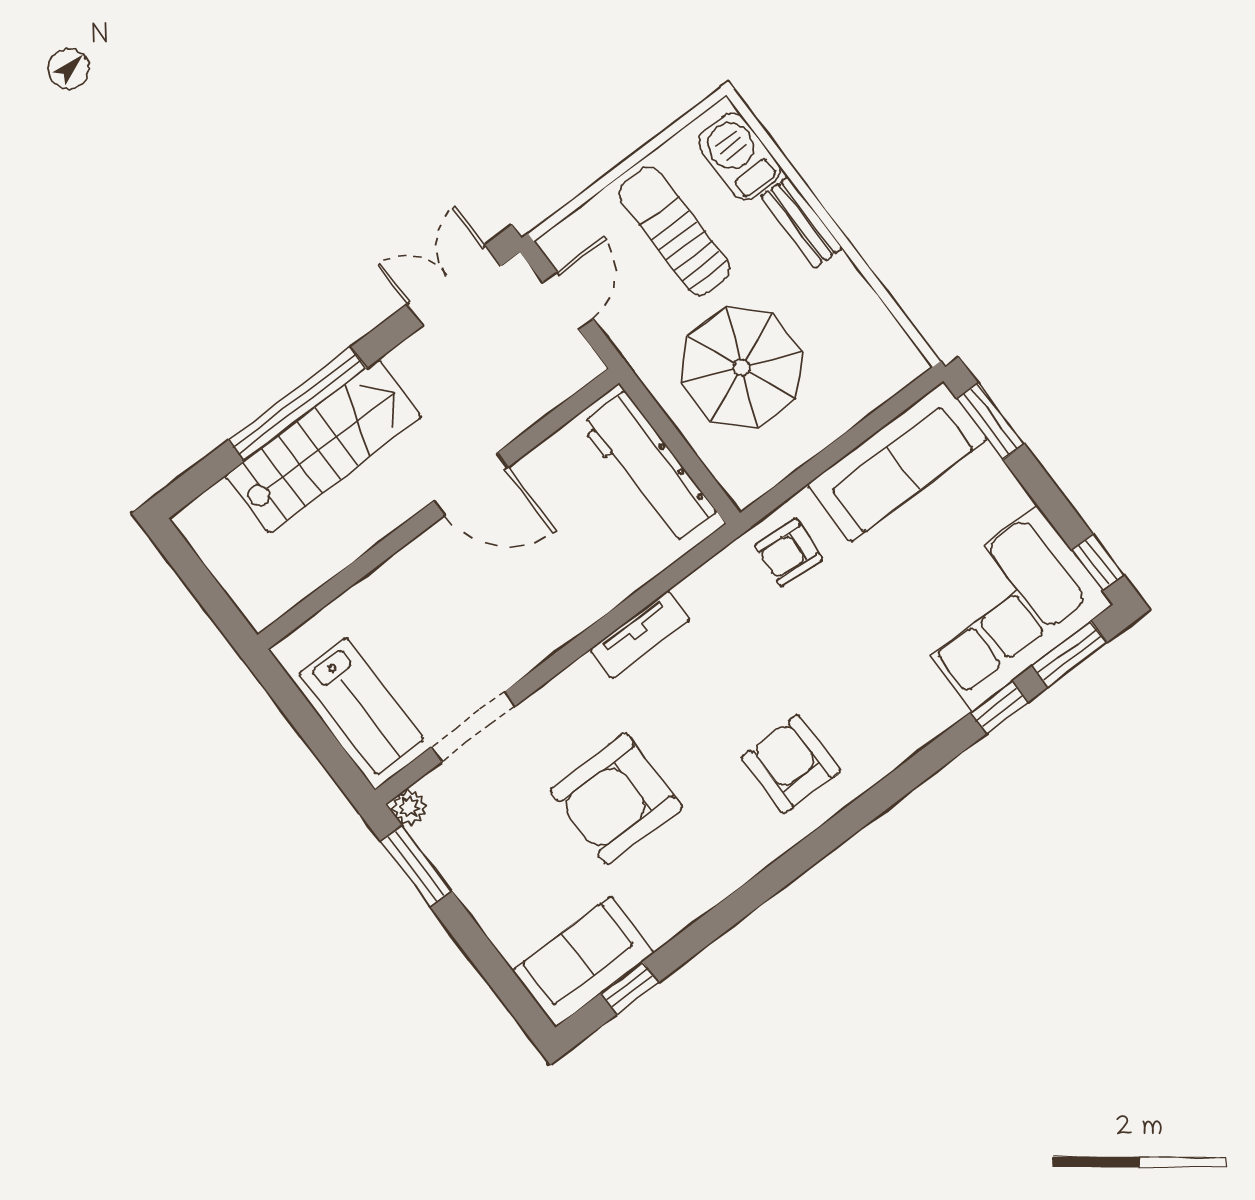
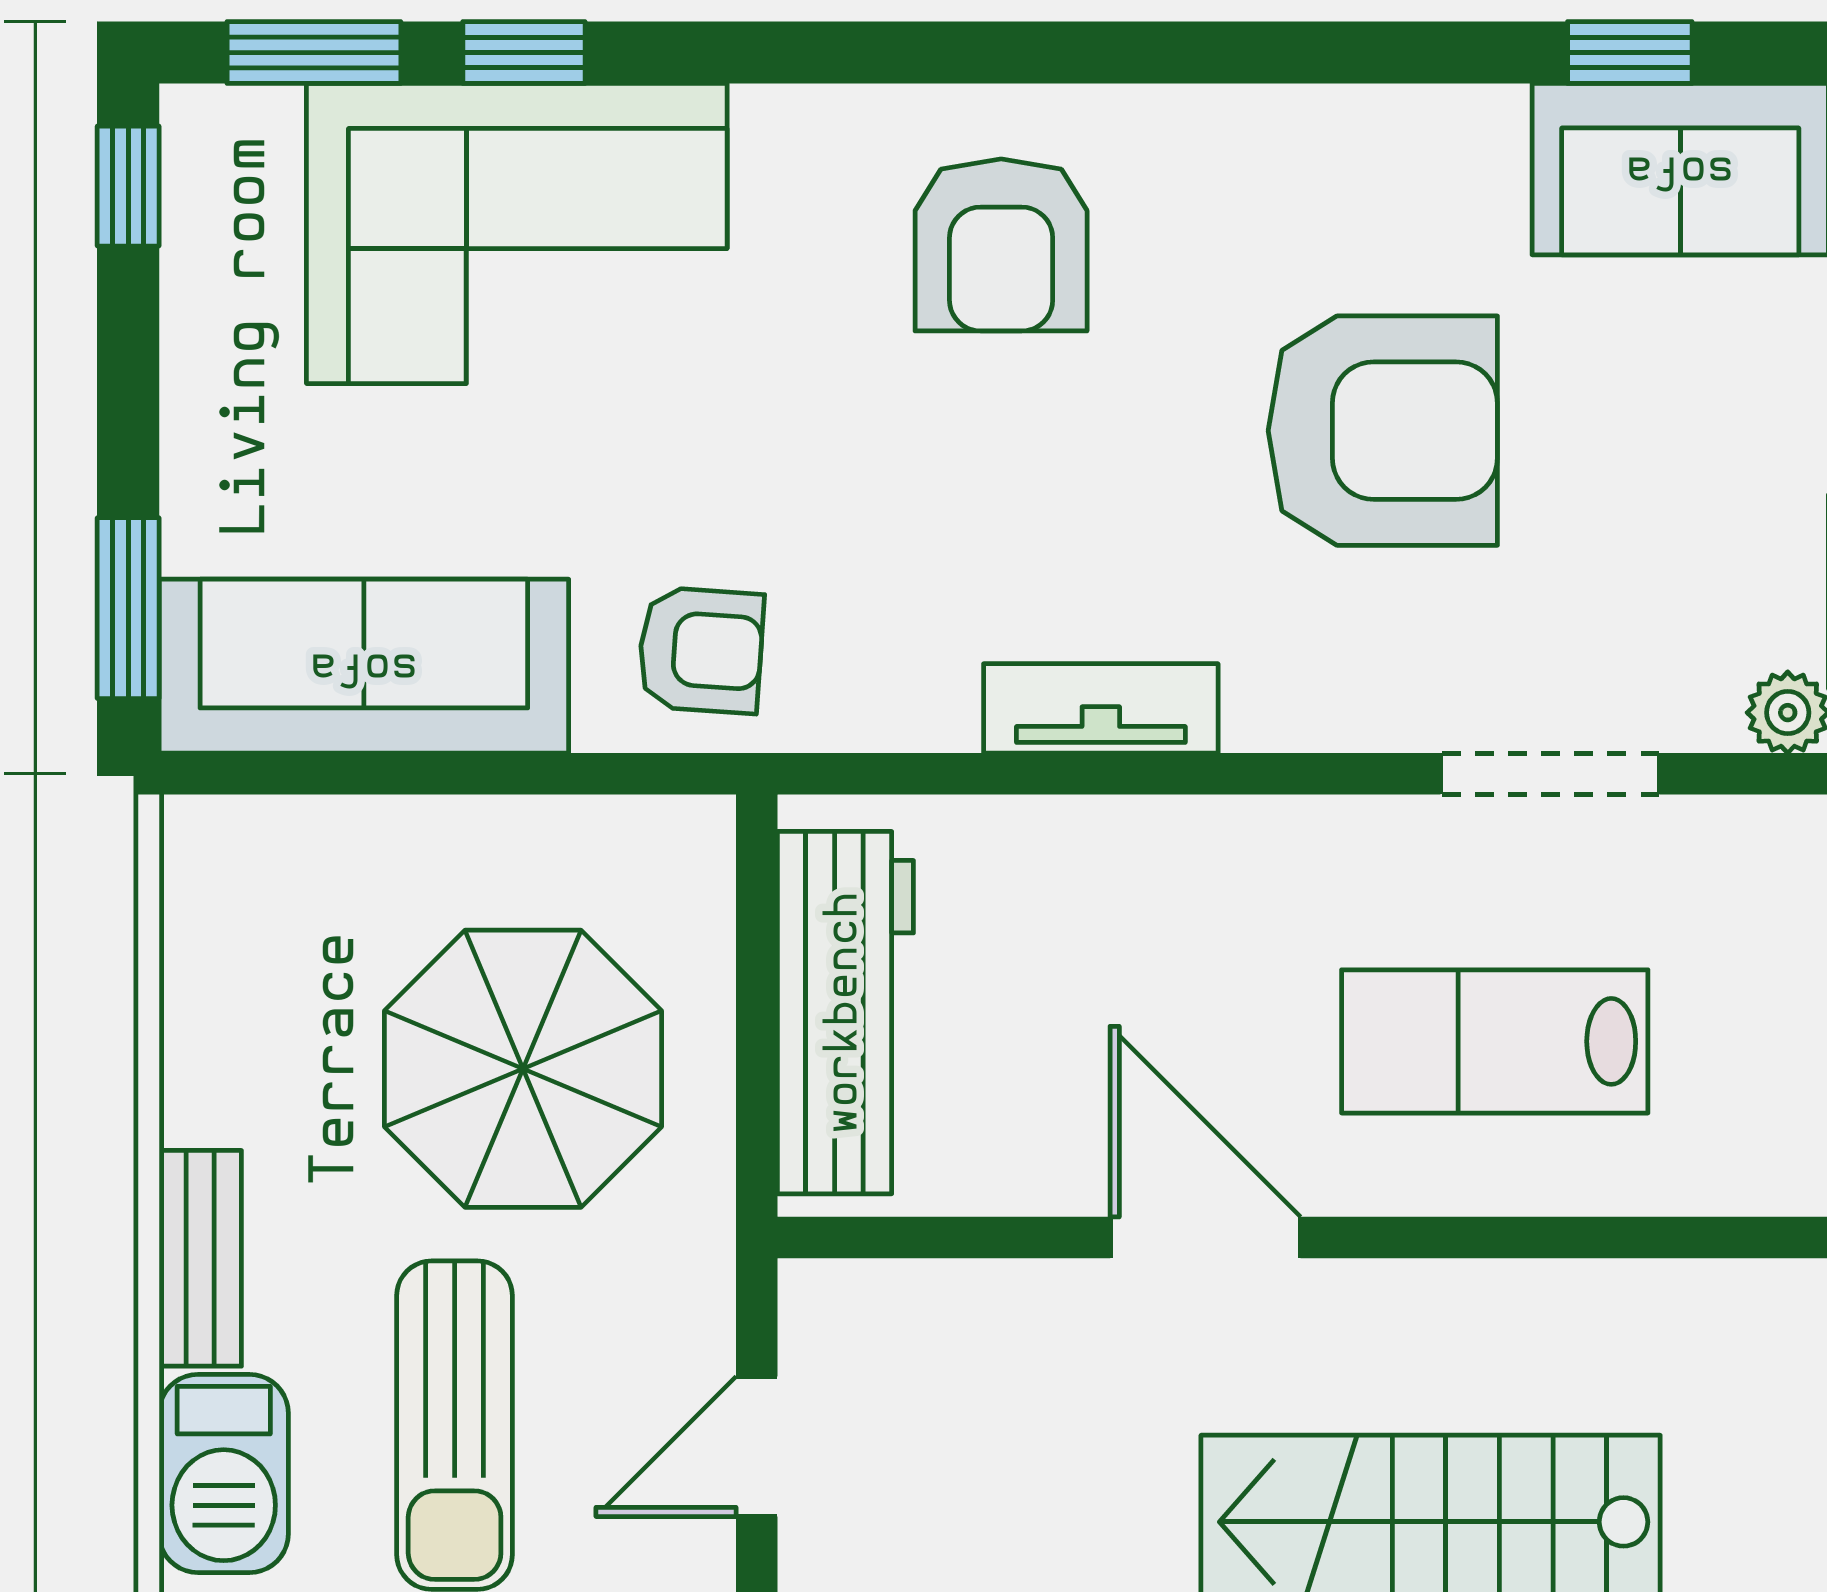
corner sofa: (1005, 608) -> (517, 233), moved
lab bench: (361, 706) -> (1495, 1041), moved, turned -90

